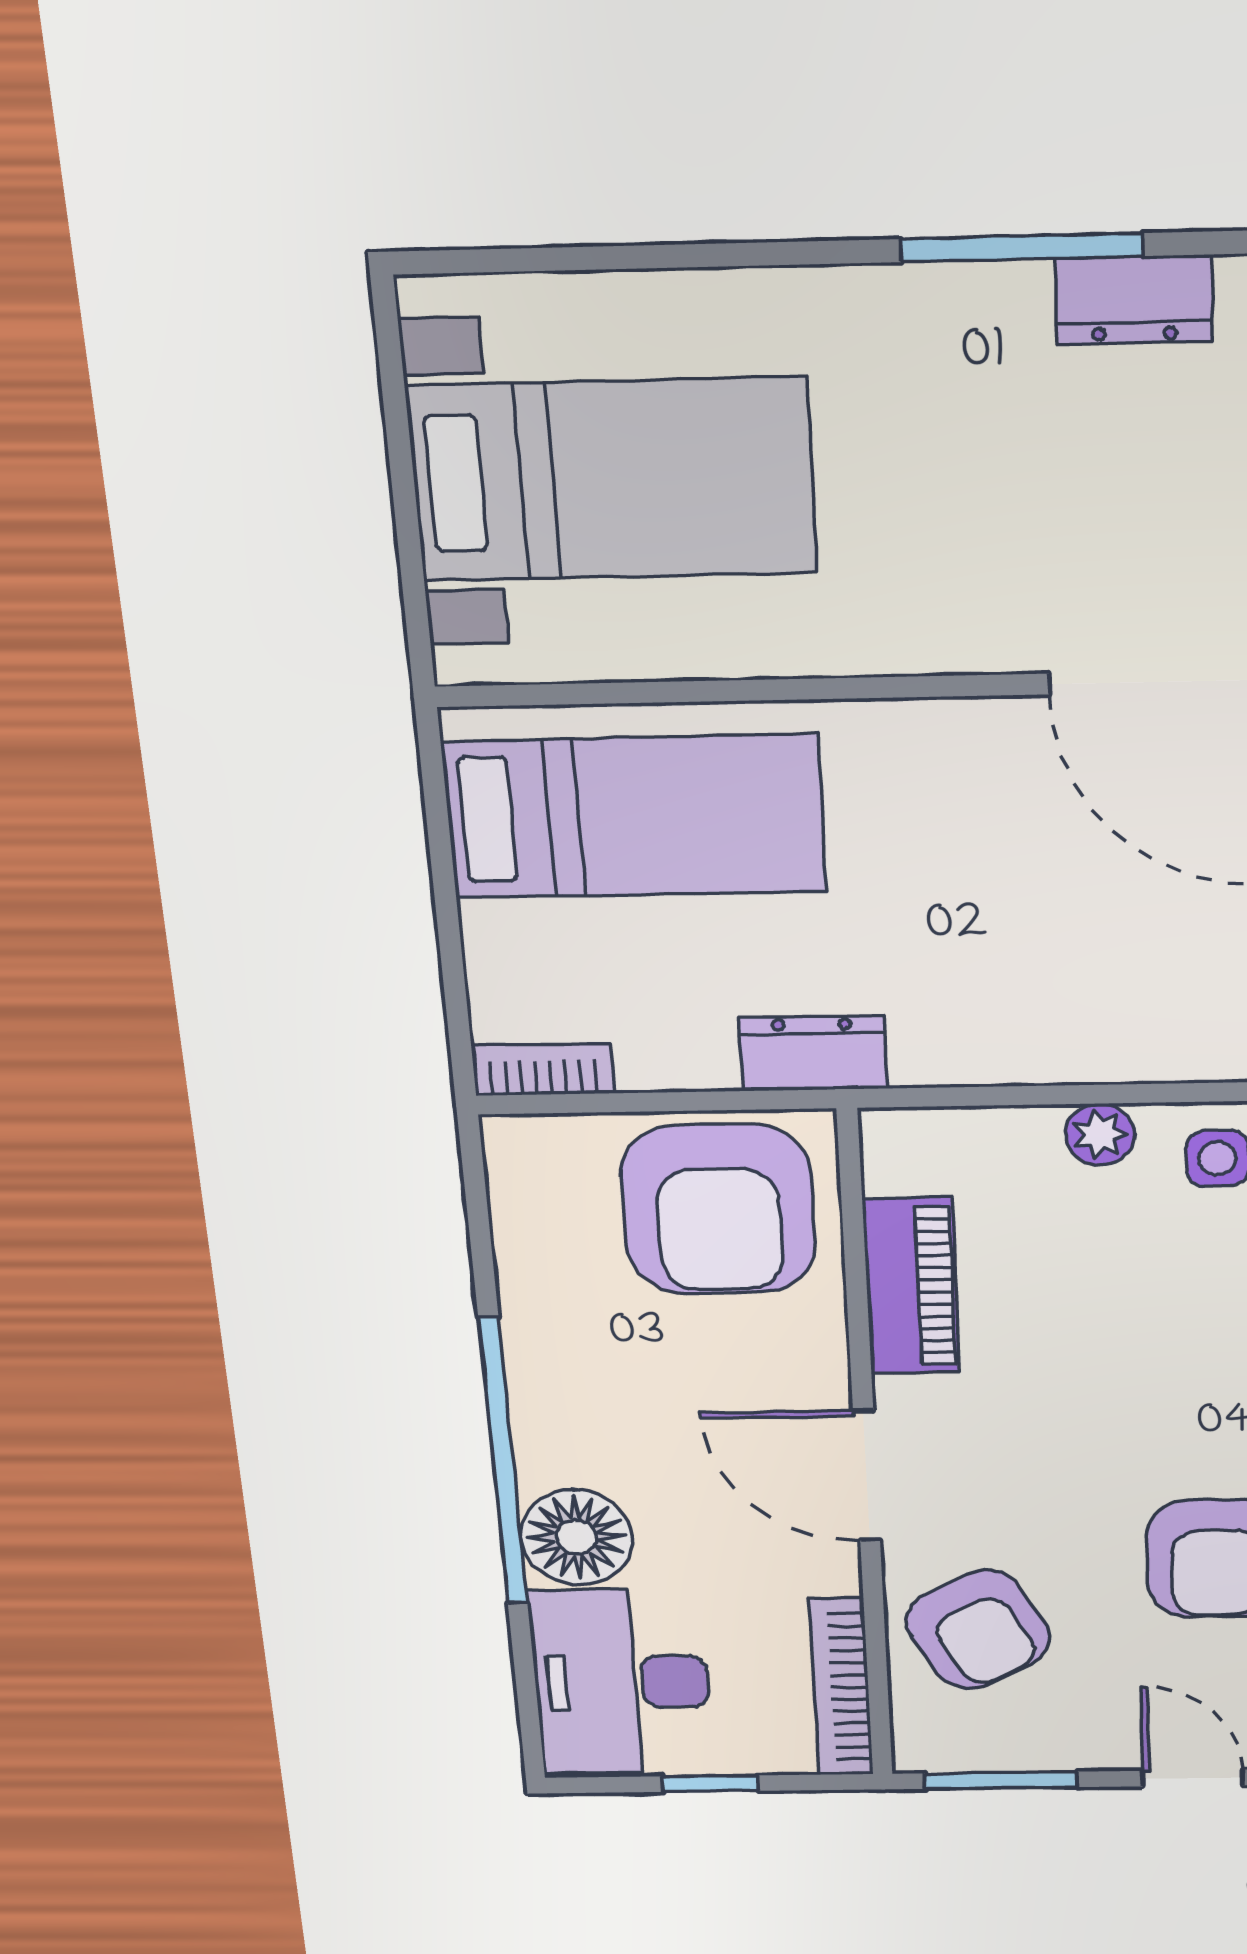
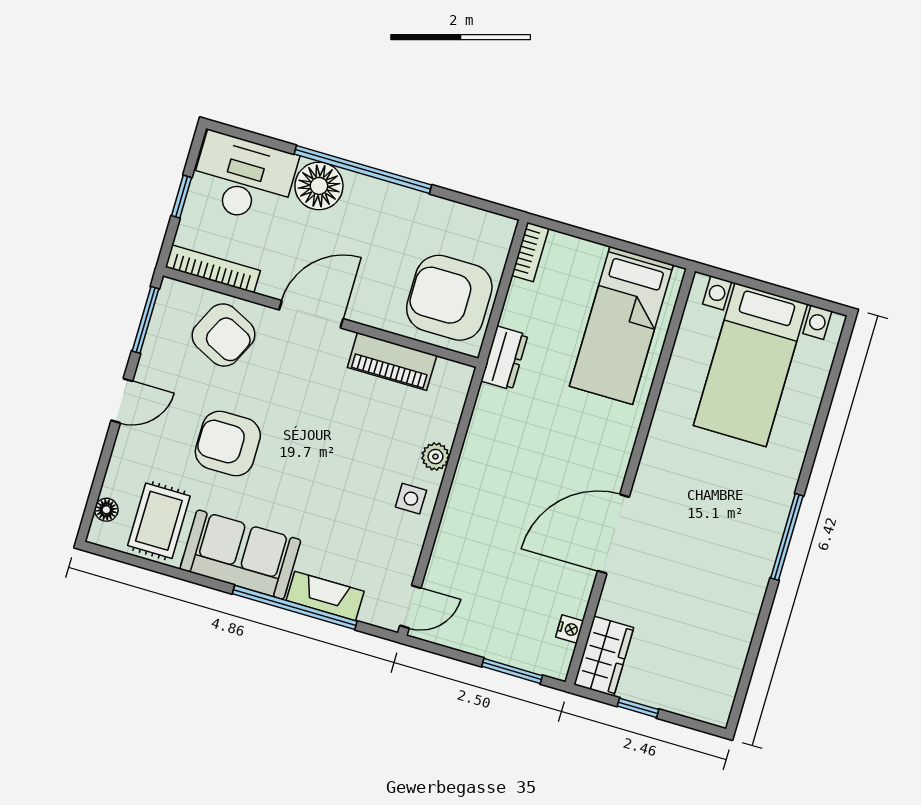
dresser: (1134, 300) -> (756, 570), removed
armchair: (978, 1630) -> (224, 335), turned -125

